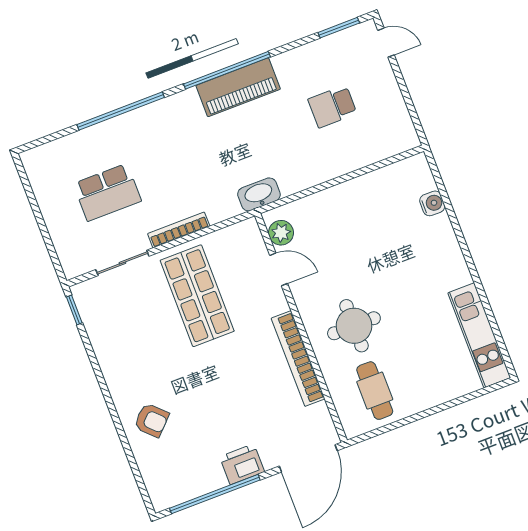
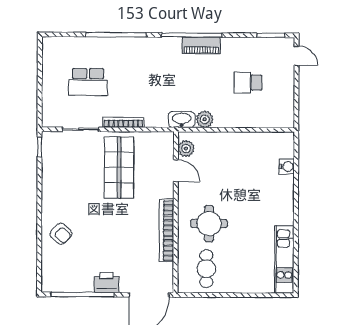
piano: (238, 87) -> (201, 45), width x0.73, depth x0.75
plant: (291, 182) -> (205, 119), added

